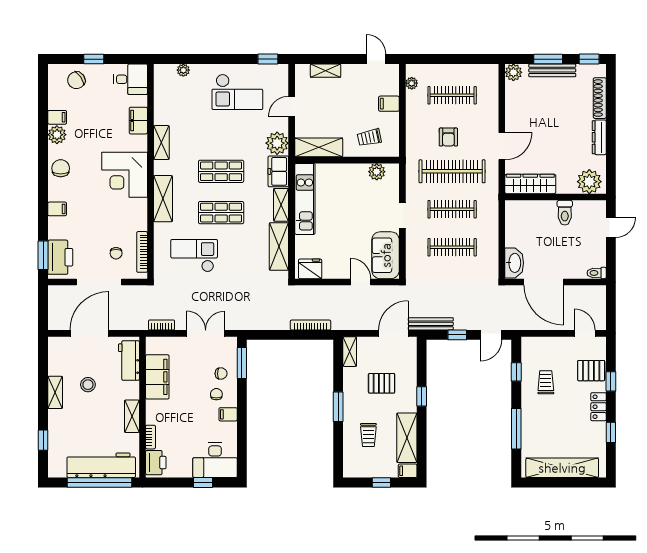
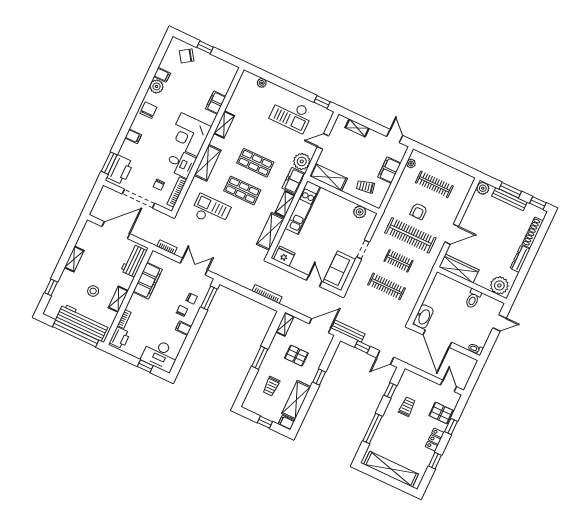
desk: (131, 79) -> (181, 163), moved
filing cabinet: (389, 104) -> (389, 170), width x2.00
clothes rail: (452, 209) -> (398, 261), width x0.73
stool: (88, 385) -> (93, 291), moved

